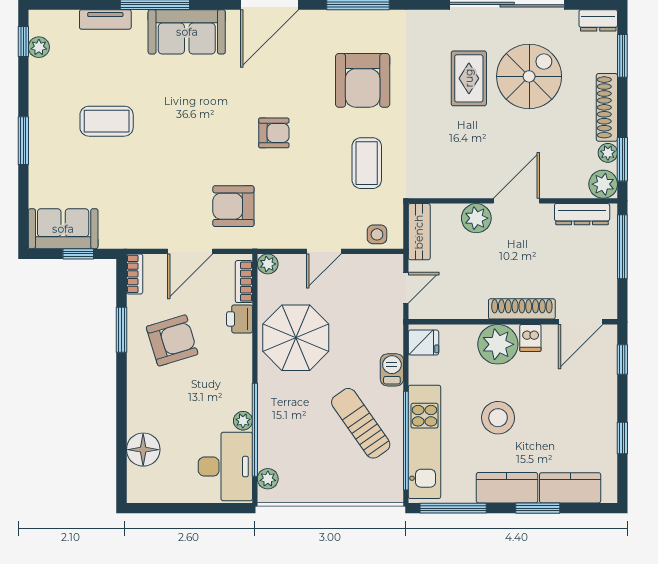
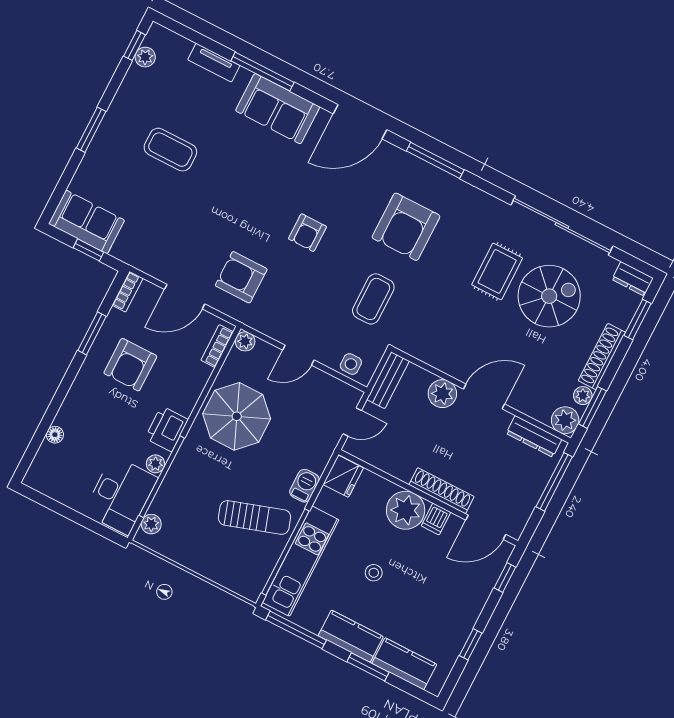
armchair: (274, 133) -> (307, 233), turned 90
printer: (240, 319) -> (167, 429), moved, width x1.36, depth x1.24
armchair: (172, 340) -> (130, 365), turned 107
fridge: (423, 342) -> (343, 476), width x1.38
stool: (498, 418) -> (374, 573), width x0.53, depth x0.53
sun lounger: (361, 423) -> (254, 517), turned 107
floor lamp: (143, 450) -> (55, 435), width x0.53, depth x0.53

